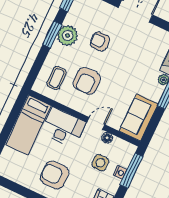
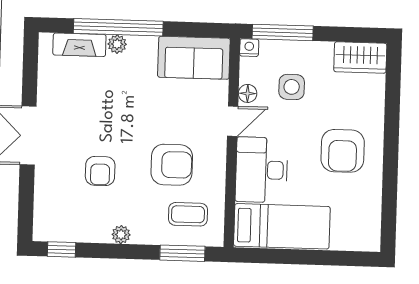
window: (52, 34) -> (182, 253), moved
plant: (68, 35) -> (121, 235), width x0.53, depth x0.53
door: (96, 123) -> (233, 121), swing flipped
nightstand: (120, 172) -> (249, 48), moved

